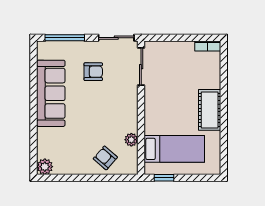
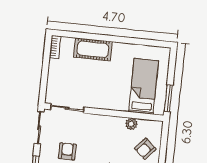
cot: (210, 110) -> (93, 49), moved
window: (164, 178) -> (168, 98), width x1.50

